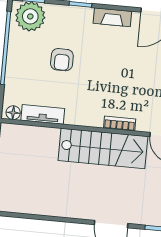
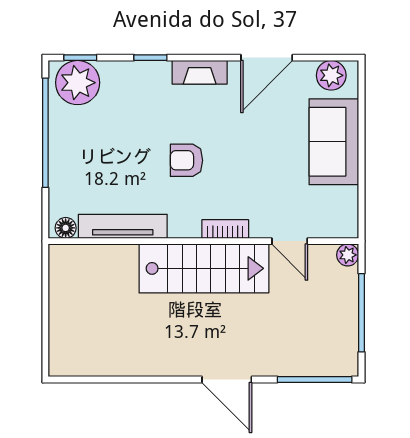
armchair: (62, 60) -> (186, 160), moved, turned 90
tv unit: (43, 114) -> (123, 226), width x1.41

